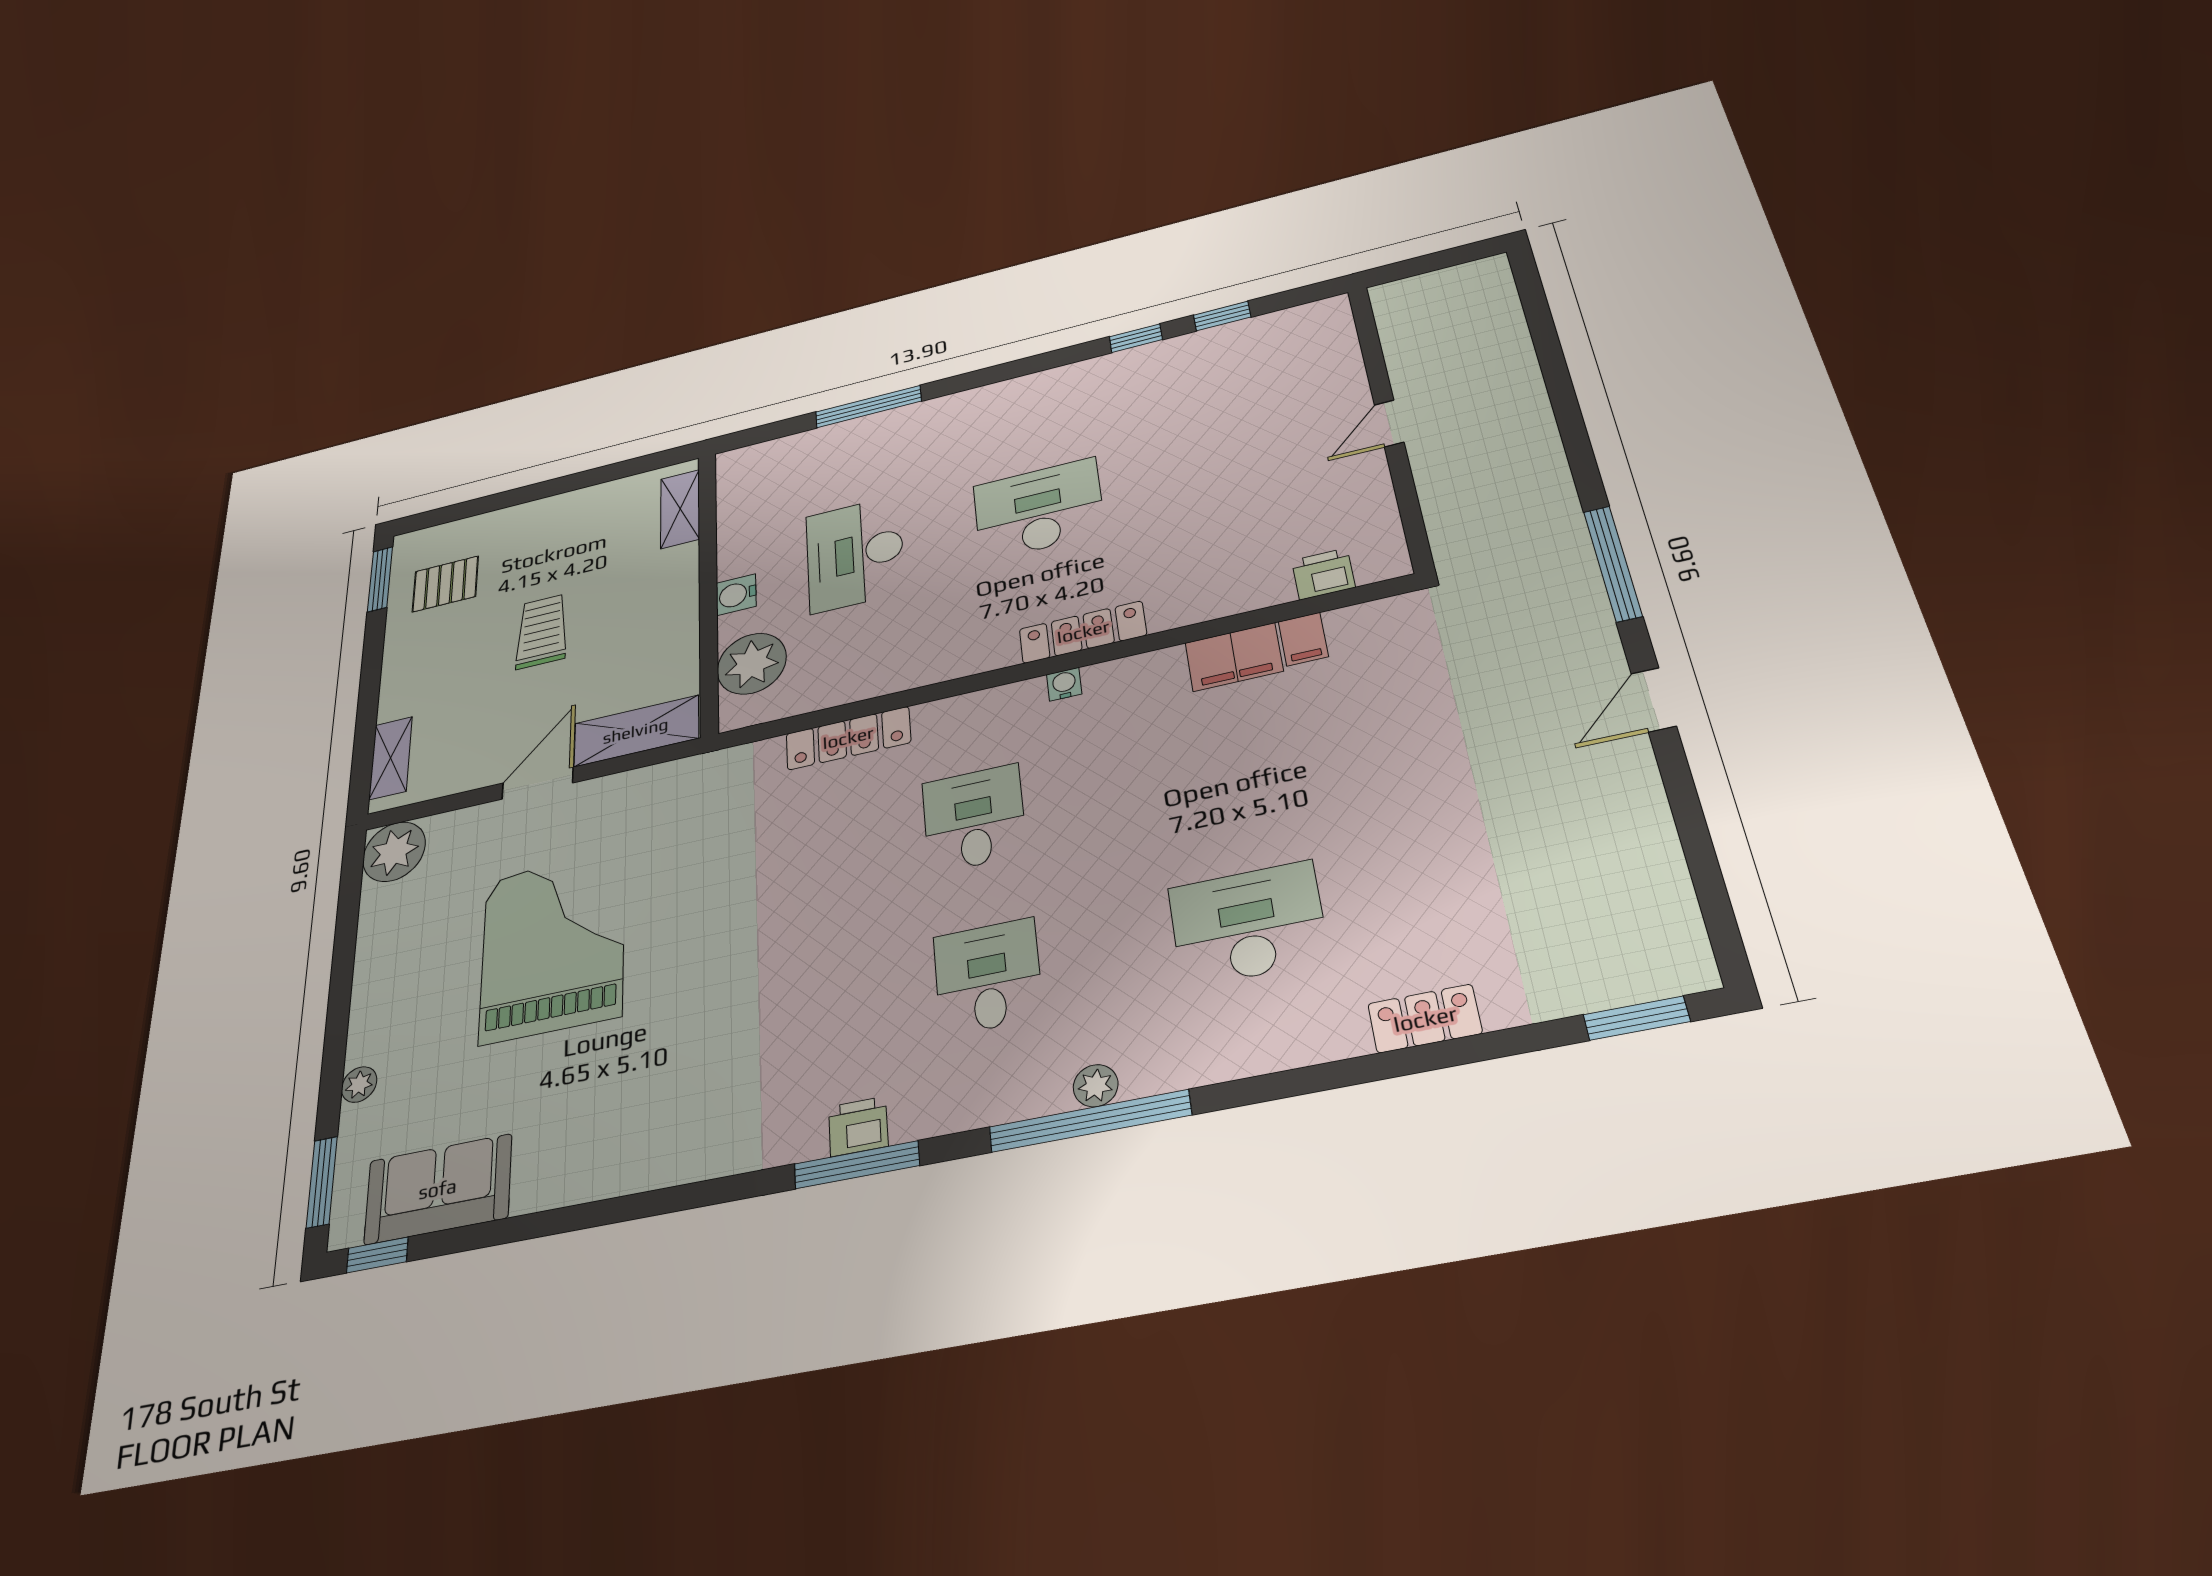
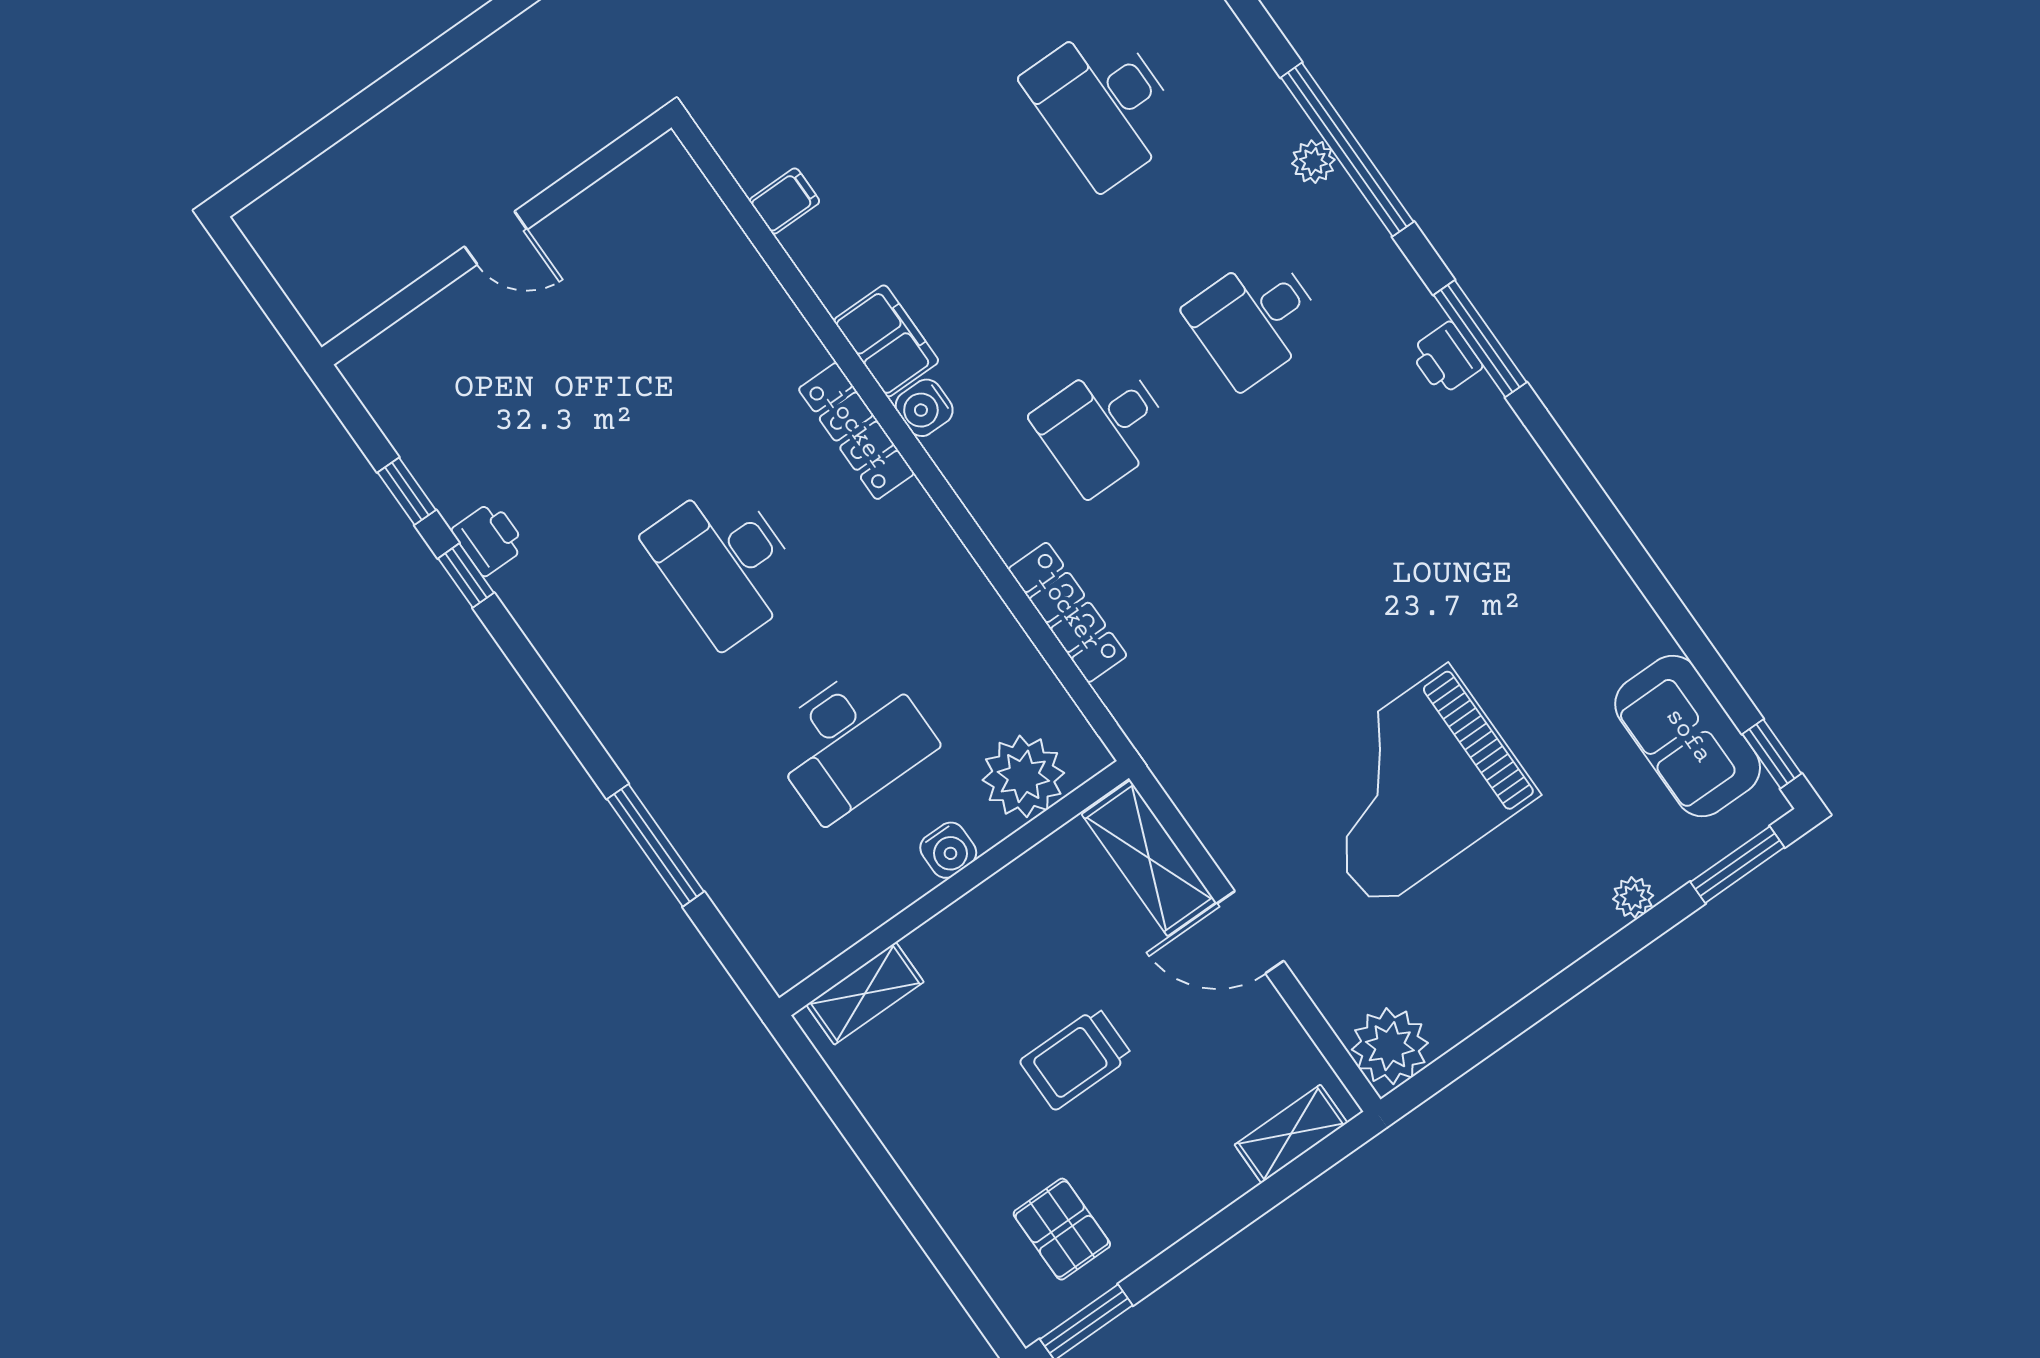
printer: (1323, 574) -> (489, 539), moved, turned 180
filing cabinet: (1234, 657) -> (886, 341), moved
water cooler: (1064, 684) -> (924, 408), width x1.38, depth x1.38

